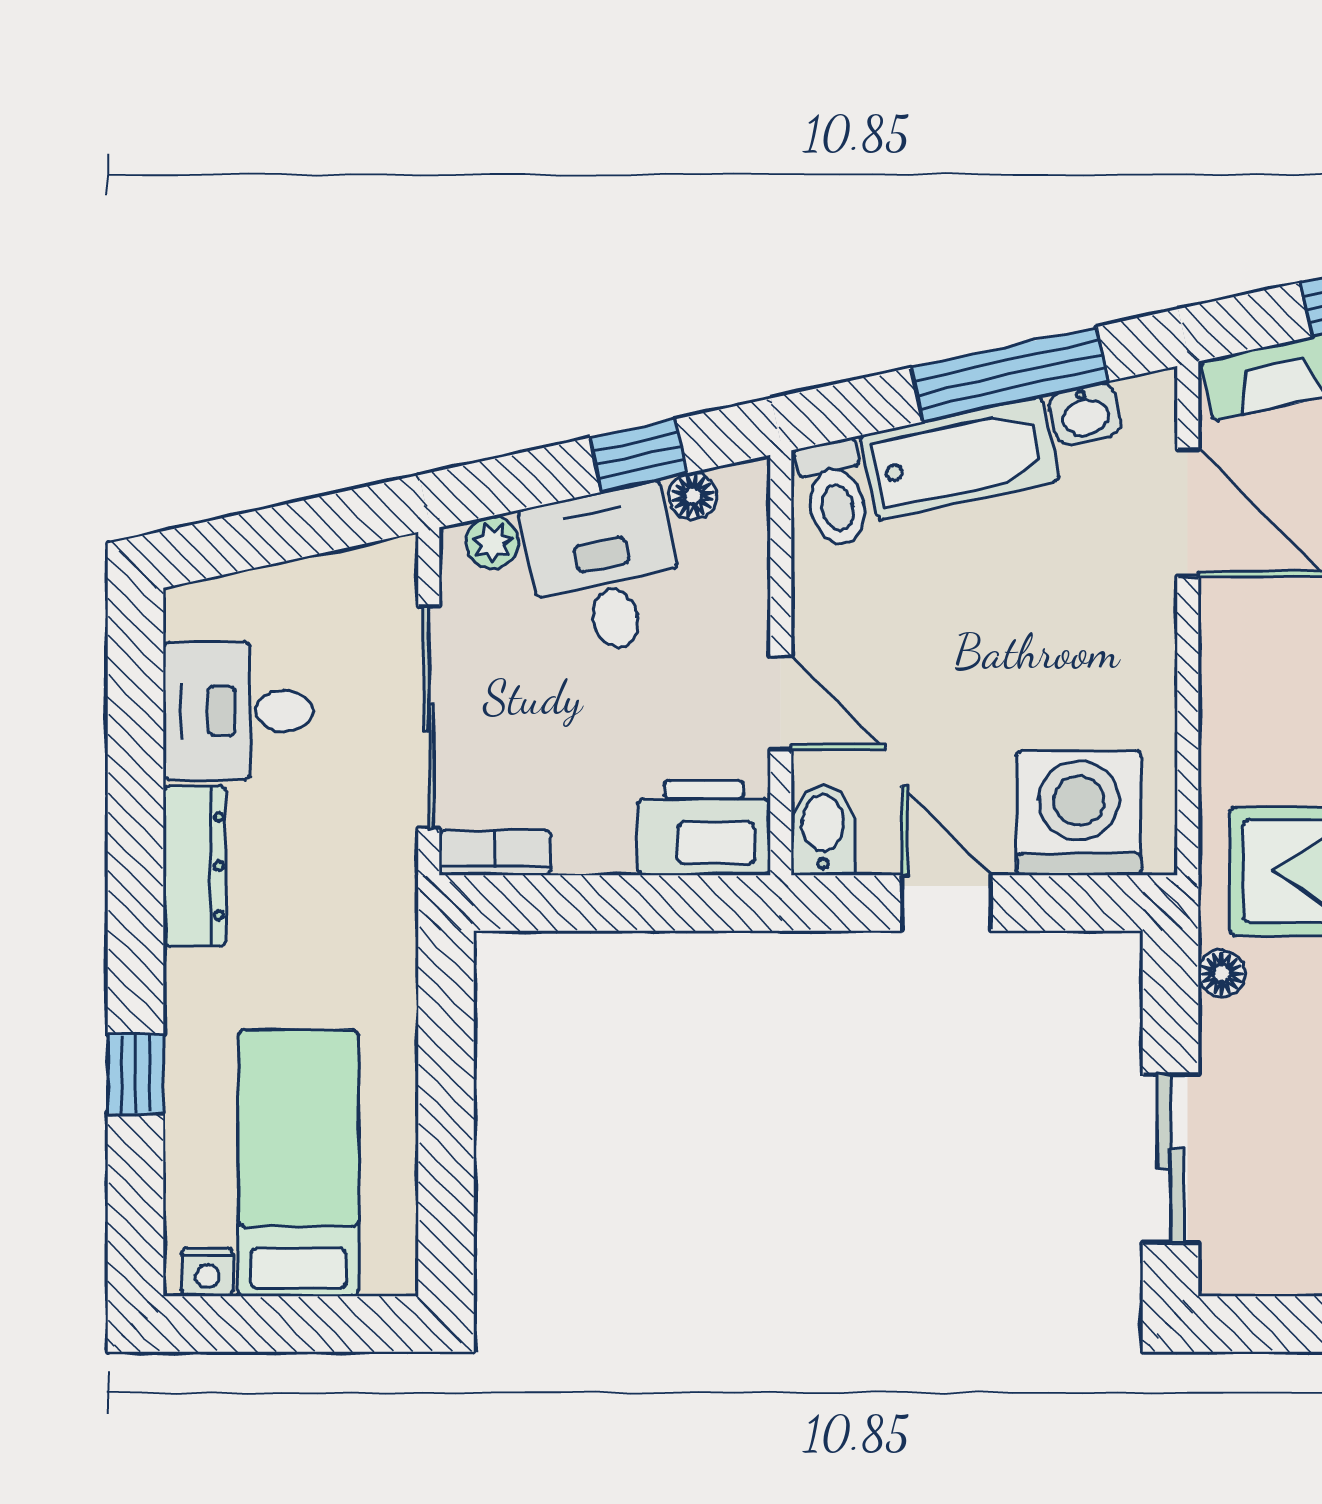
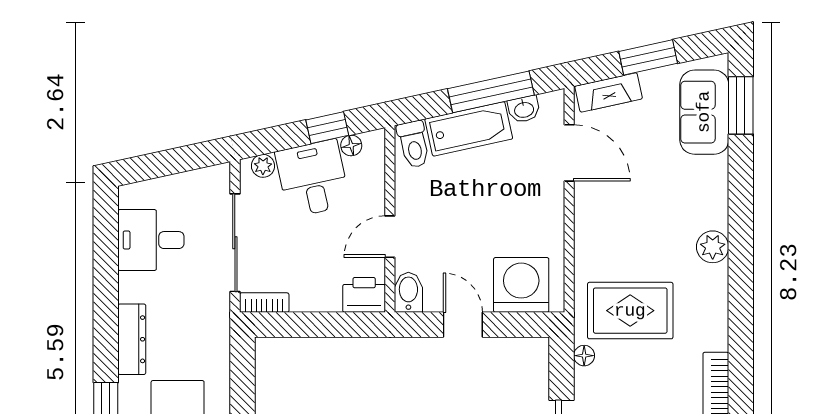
door: (781, 703) -> (390, 237), swing flipped
printer: (704, 828) -> (364, 295), width x0.73, depth x0.84
dresser: (194, 866) -> (132, 339), moved

